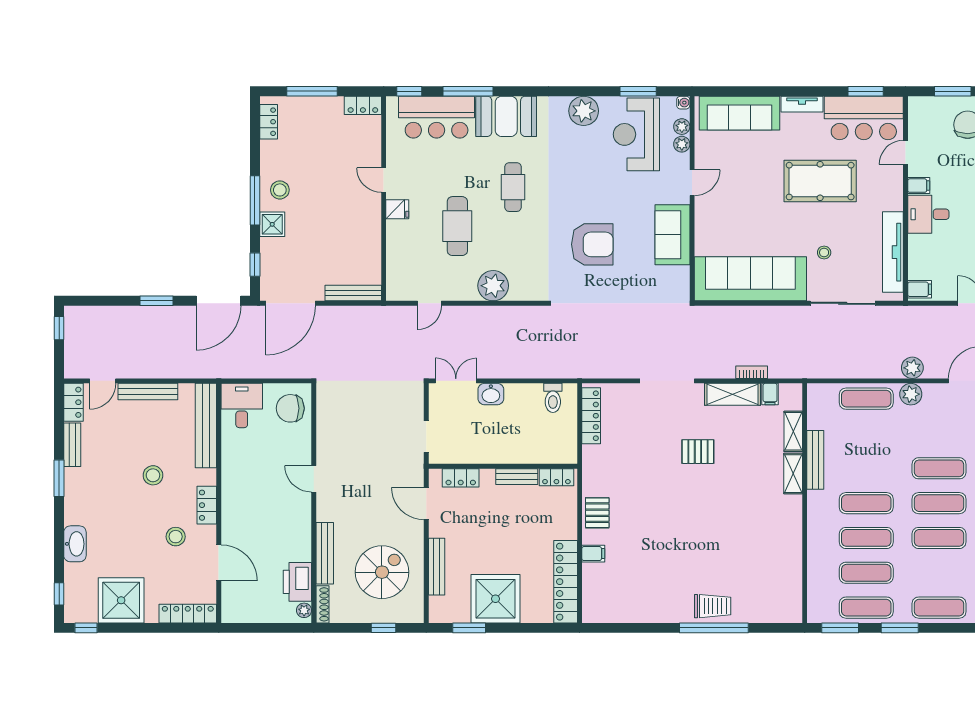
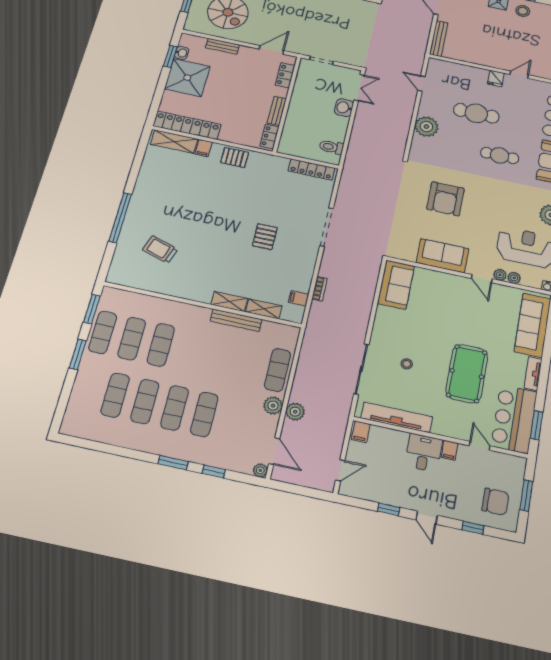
plant: (682, 127) -> (500, 275), moved
sofa: (750, 279) -> (396, 285), width x0.54, depth x0.79
shelving: (733, 394) -> (174, 142), moved, turned 90
exercise mat: (866, 503) -> (190, 351), removed
bench: (437, 567) -> (222, 46), width x0.73
trolley: (713, 606) -> (160, 250), moved, turned 108
exercise mat: (939, 608) -> (115, 395), moved
washbasin: (460, 615) -> (182, 53), added

